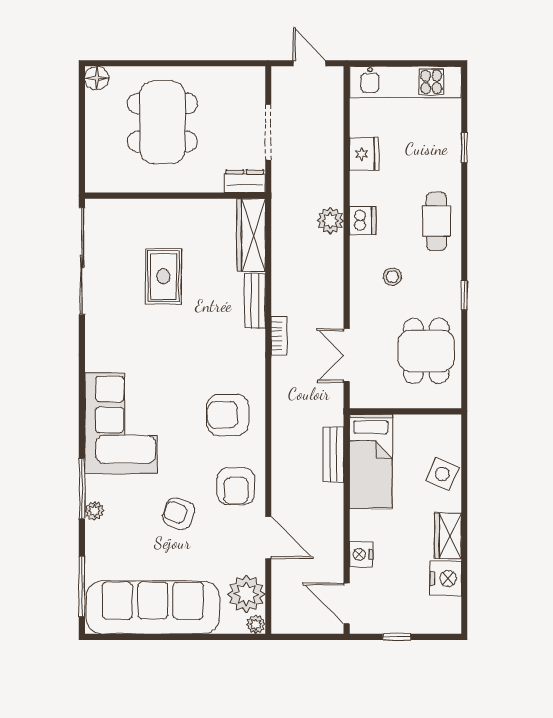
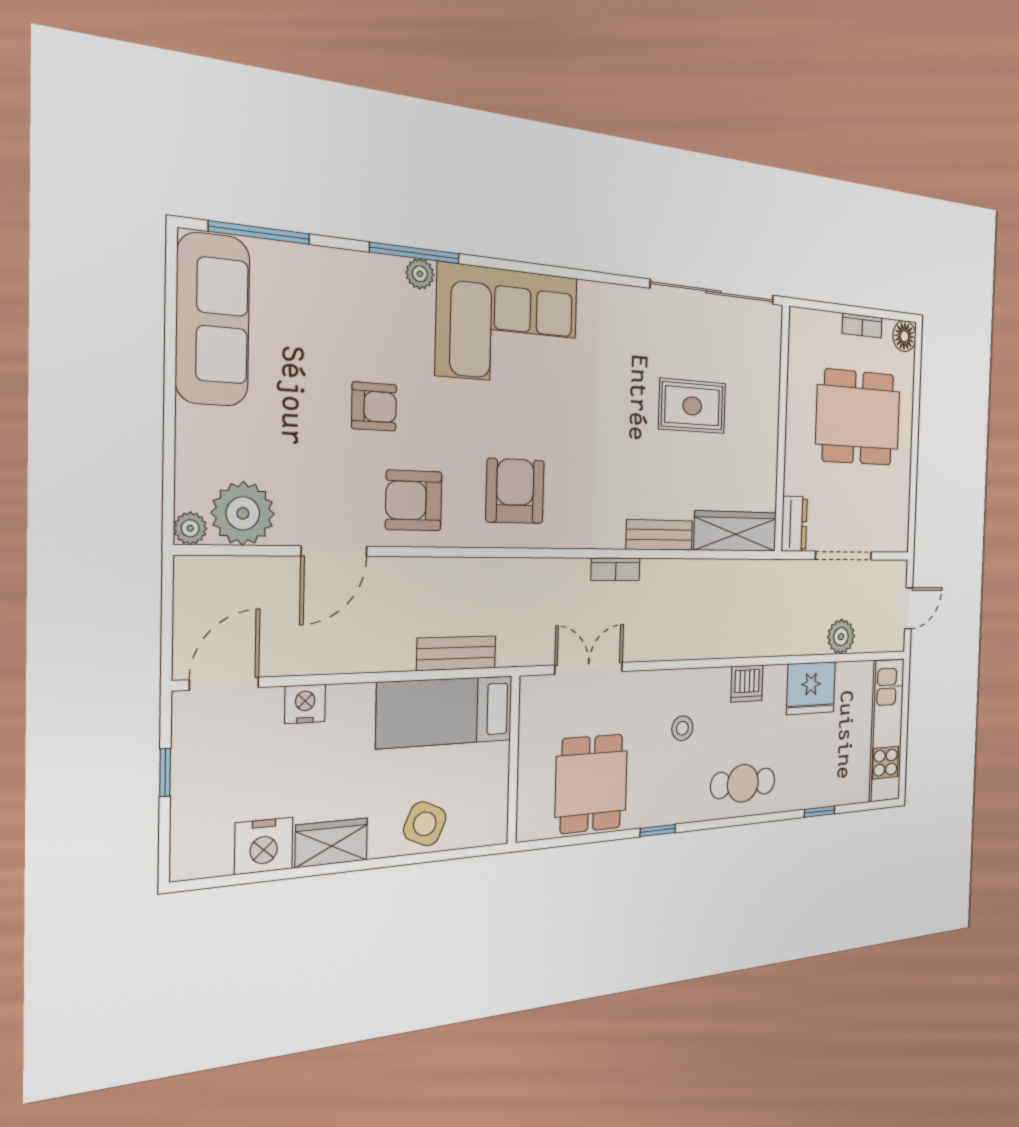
bookcase: (93, 122) -> (862, 326), added
fridge: (364, 154) -> (811, 688), width x1.36, depth x1.34
plant: (330, 220) -> (841, 637), moved
dining table: (426, 351) -> (591, 784), turned 90
plant: (94, 511) -> (420, 274), moved
armchair: (179, 514) -> (374, 407), turned 69
sofa: (153, 607) -> (213, 320), width x0.74, depth x0.79

